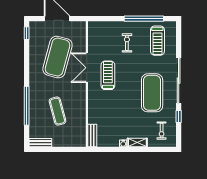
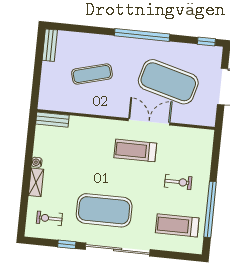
treadmill: (108, 75) -> (135, 150), turned 180
window: (27, 106) -> (142, 35), moved

